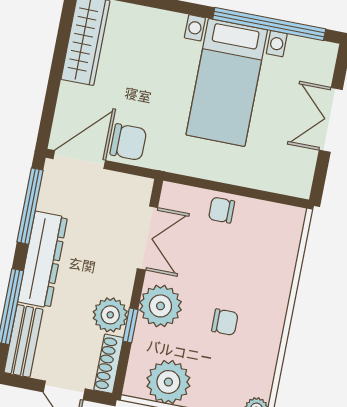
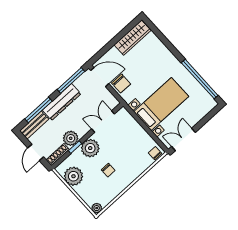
bed with nightstands: (227, 82) -> (161, 104), moved, turned 180
double door: (331, 120) -> (183, 139), moved
chair: (222, 210) -> (155, 153), moved
double door: (147, 238) -> (103, 121), swing flipped

